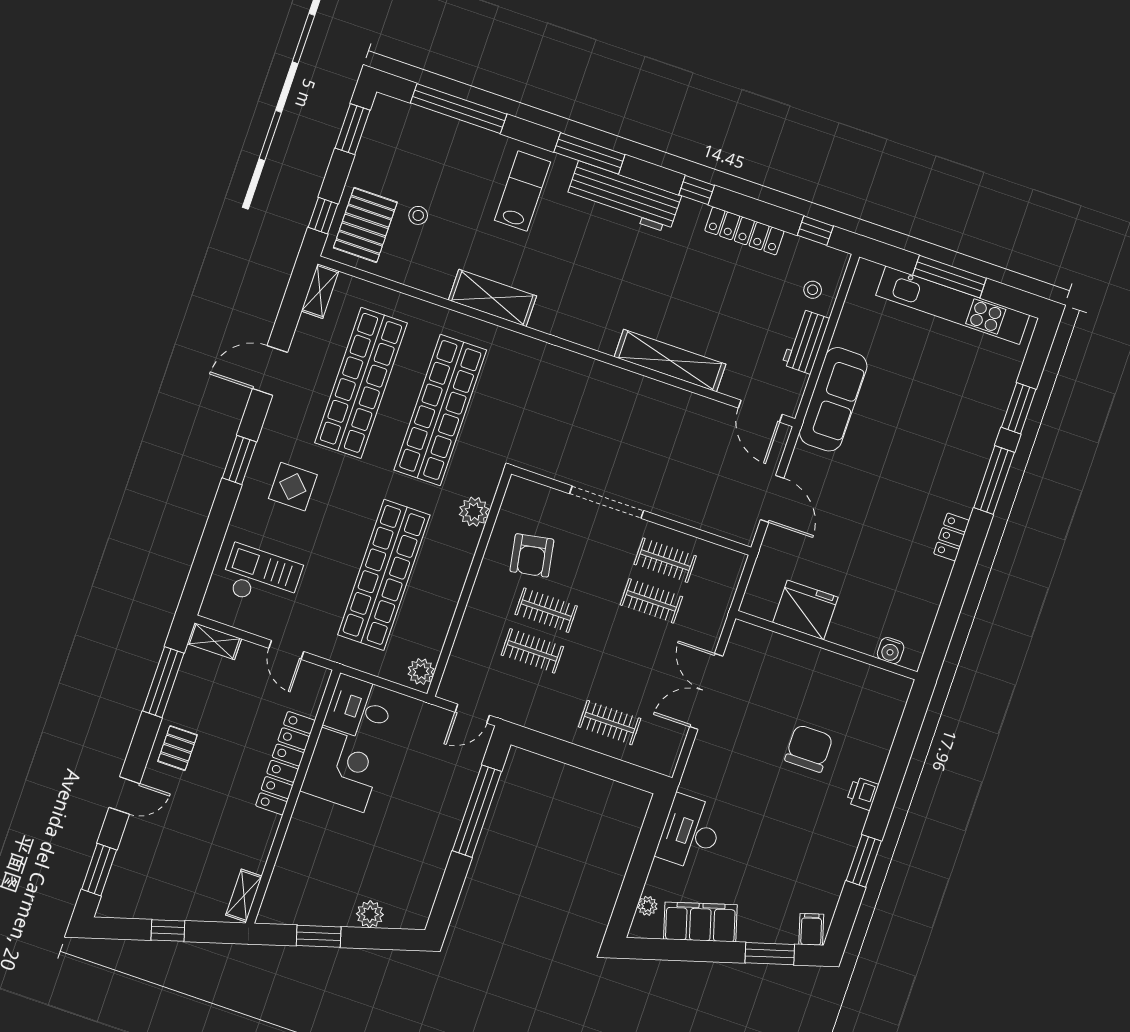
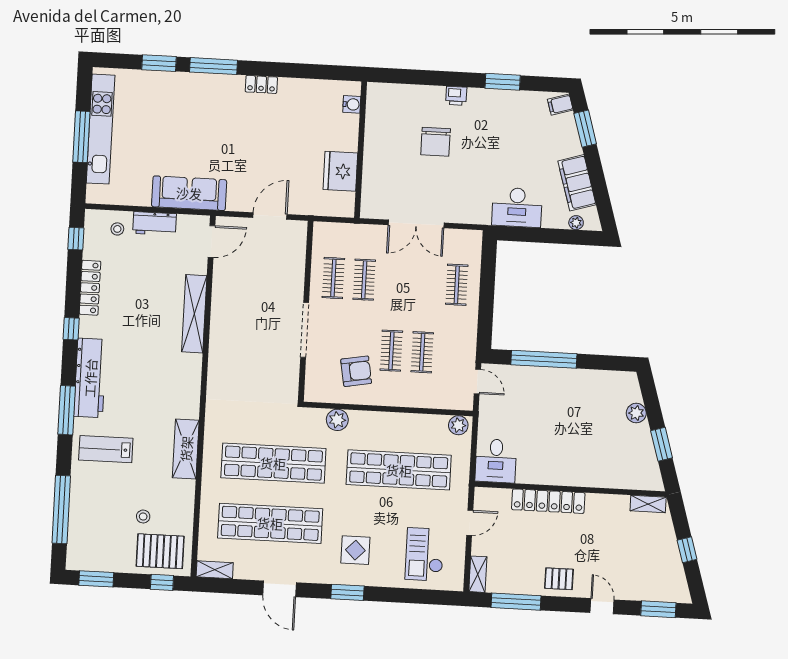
chair: (809, 748) -> (436, 142), turned -90
corner desk: (342, 770) -> (542, 460), removed

